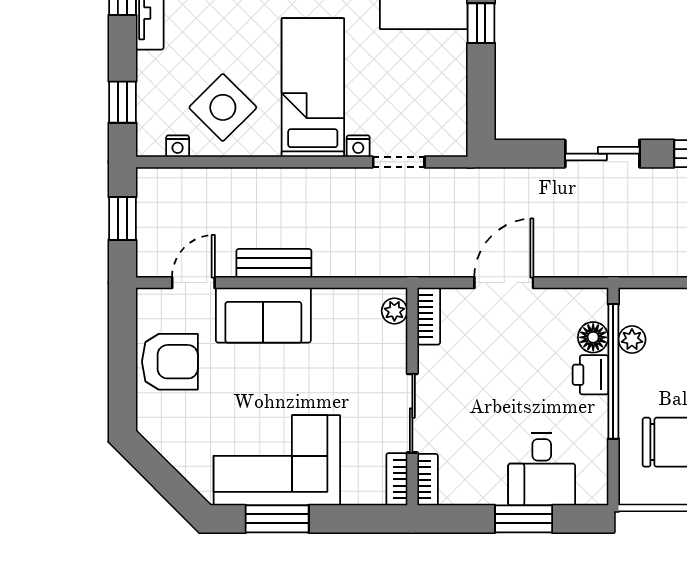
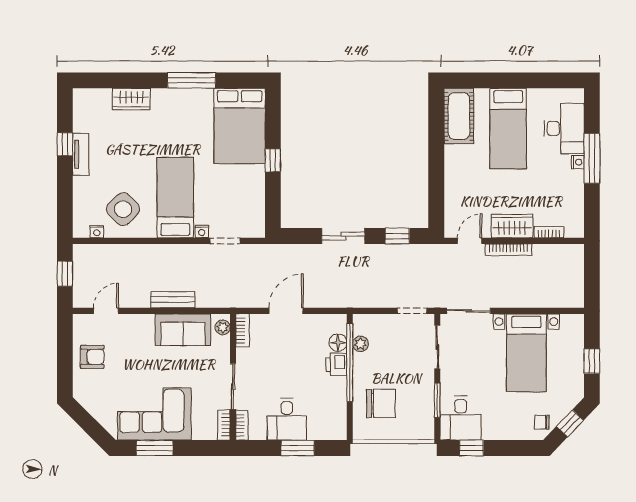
window: (122, 102) -> (65, 206), removed
bench: (274, 263) -> (173, 300), moved
sofa: (263, 315) -> (183, 330), moved
armchair: (170, 362) -> (92, 357), width x0.72, depth x0.72
desk: (542, 469) -> (287, 419), moved

